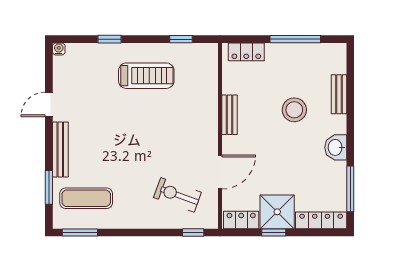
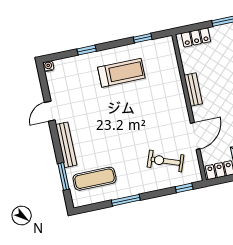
window: (80, 233) -> (126, 200), moved

